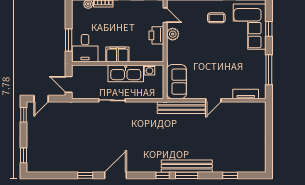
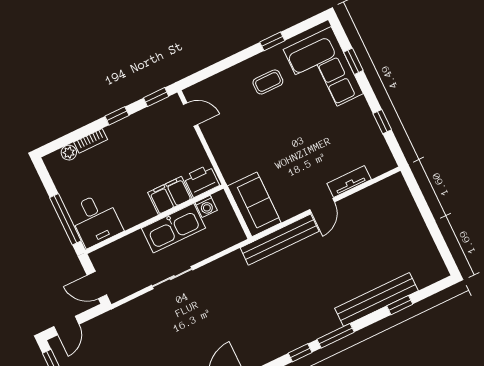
plant: (173, 34) -> (215, 137), removed
printer: (156, 35) -> (201, 181), moved, turned 90
window: (69, 40) -> (65, 219), width x1.44
filing cabinet: (117, 54) -> (170, 195), moved
window: (269, 70) -> (382, 122), width x0.46
tv unit: (246, 94) -> (349, 181), moved
bench: (187, 166) -> (376, 299), moved

